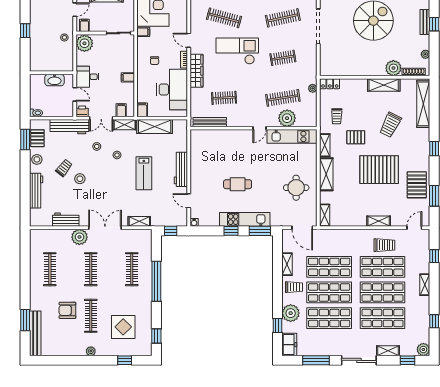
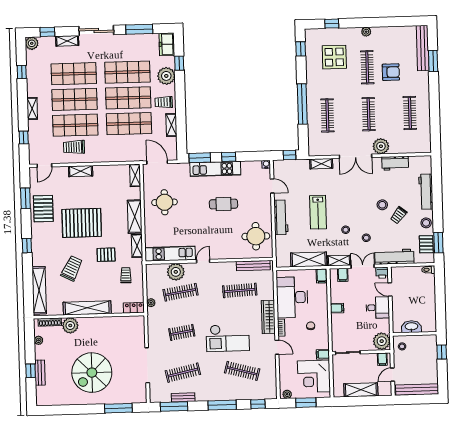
wall: (51, 73) -> (415, 334), moved
washbasin: (54, 80) -> (411, 327), moved
shelving: (384, 85) -> (87, 308), width x1.47
clothes rail: (224, 98) -> (240, 290), width x1.36
round table: (206, 151) -> (256, 236), added
lab bench: (144, 173) -> (318, 212), turned 180

